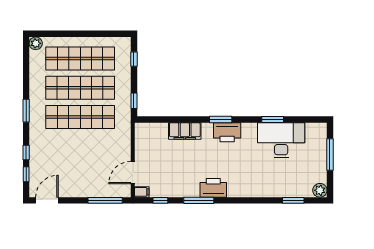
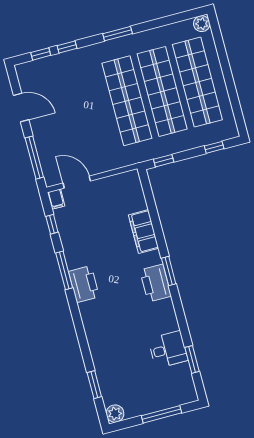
window: (273, 120) -> (192, 359), moved
desk: (281, 140) -> (168, 349), width x0.53, depth x0.77
door: (47, 200) -> (21, 107), moved

